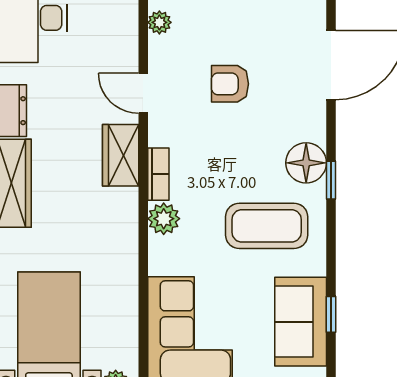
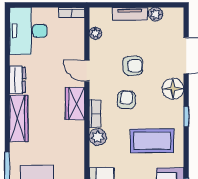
armchair: (230, 84) -> (133, 66), turned 180
armchair: (218, 148) -> (126, 100), added
floor lamp: (306, 163) -> (173, 89), moved

